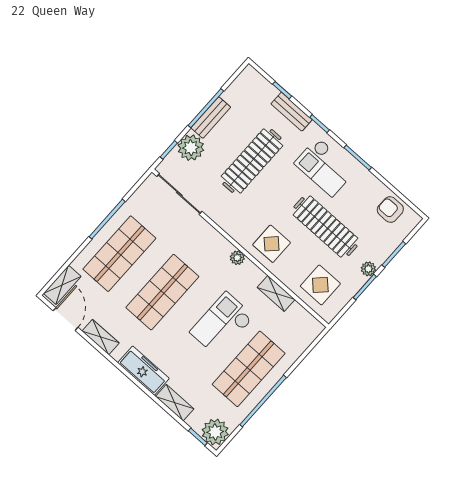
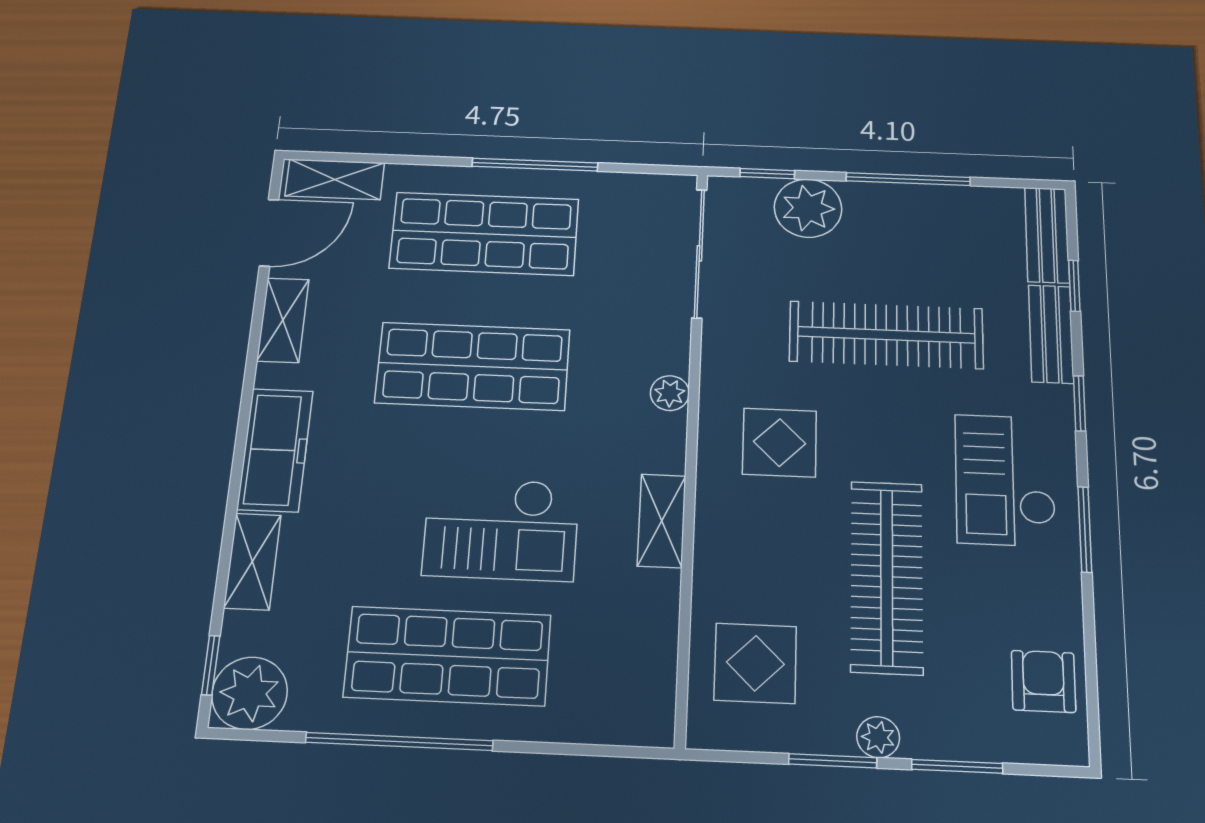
bench: (211, 118) -> (1047, 235), moved, turned 90
display table: (272, 244) -> (780, 443), moved
plant: (237, 258) -> (670, 393), moved
shelving: (276, 293) -> (662, 521), moved
checkout: (222, 324) -> (501, 529), turned 180

